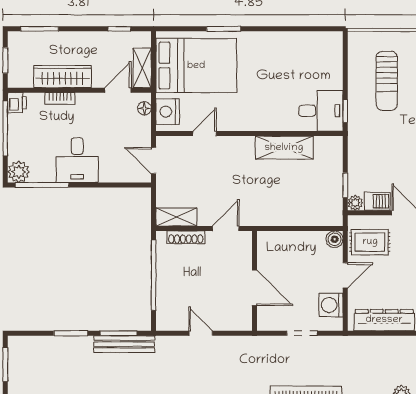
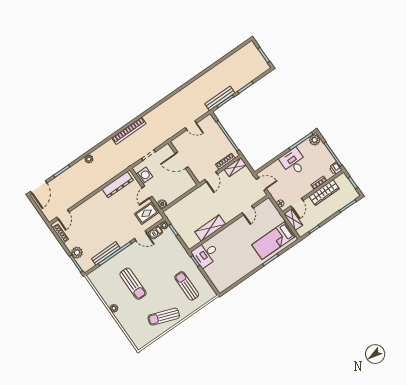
bed: (196, 66) -> (274, 240), width x0.67
nightstand: (168, 112) -> (270, 209), removed

